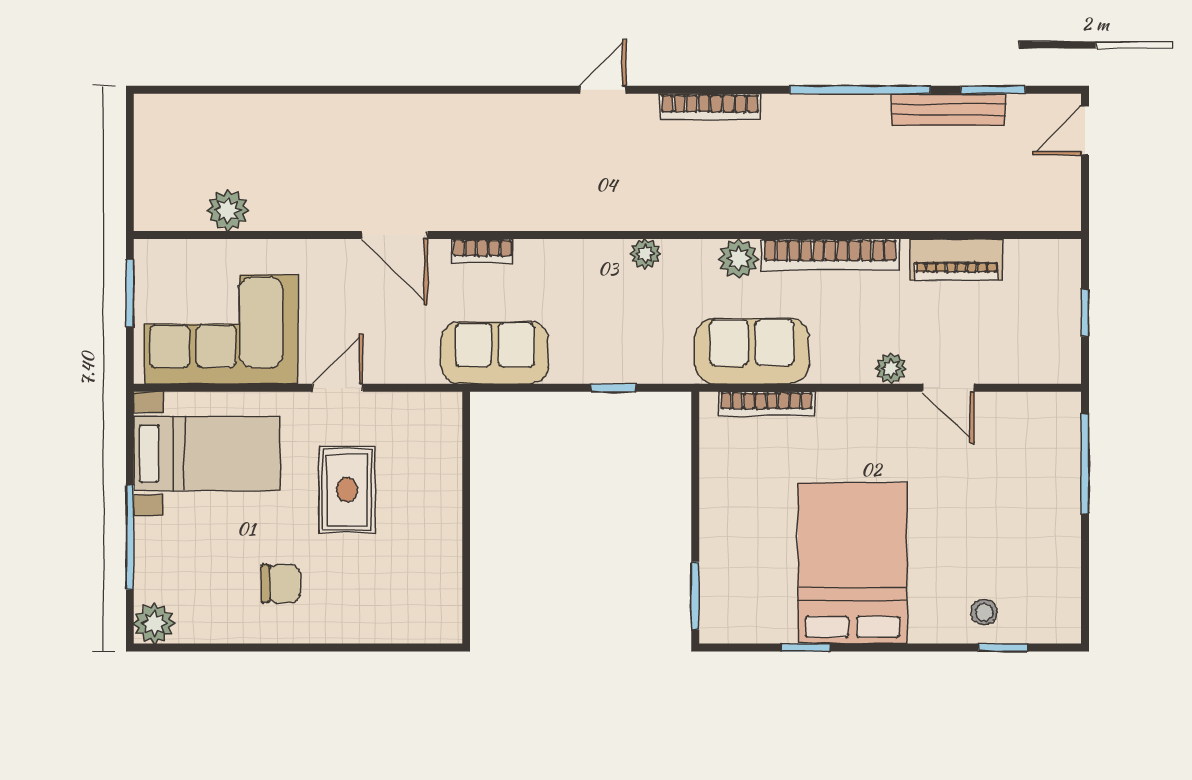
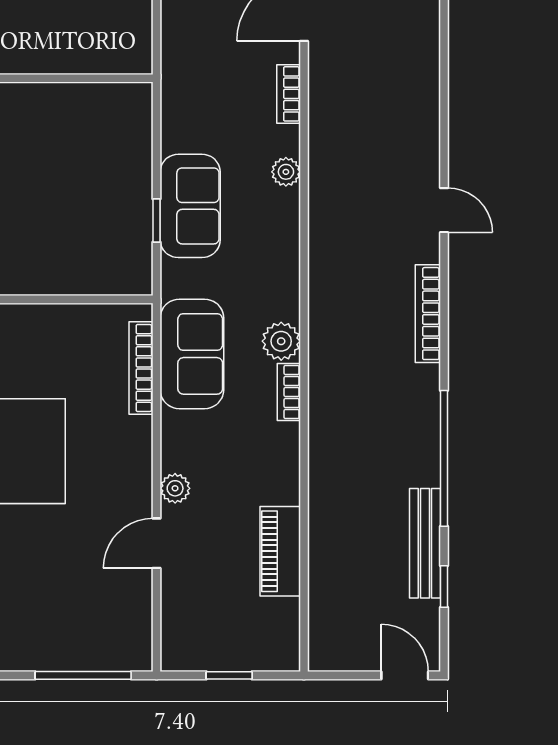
window: (993, 90) -> (444, 587), width x0.67
plant: (645, 254) -> (286, 172), moved
bookcase: (830, 254) -> (289, 392), width x0.43, depth x0.76
sofa: (495, 353) -> (190, 206), moved

